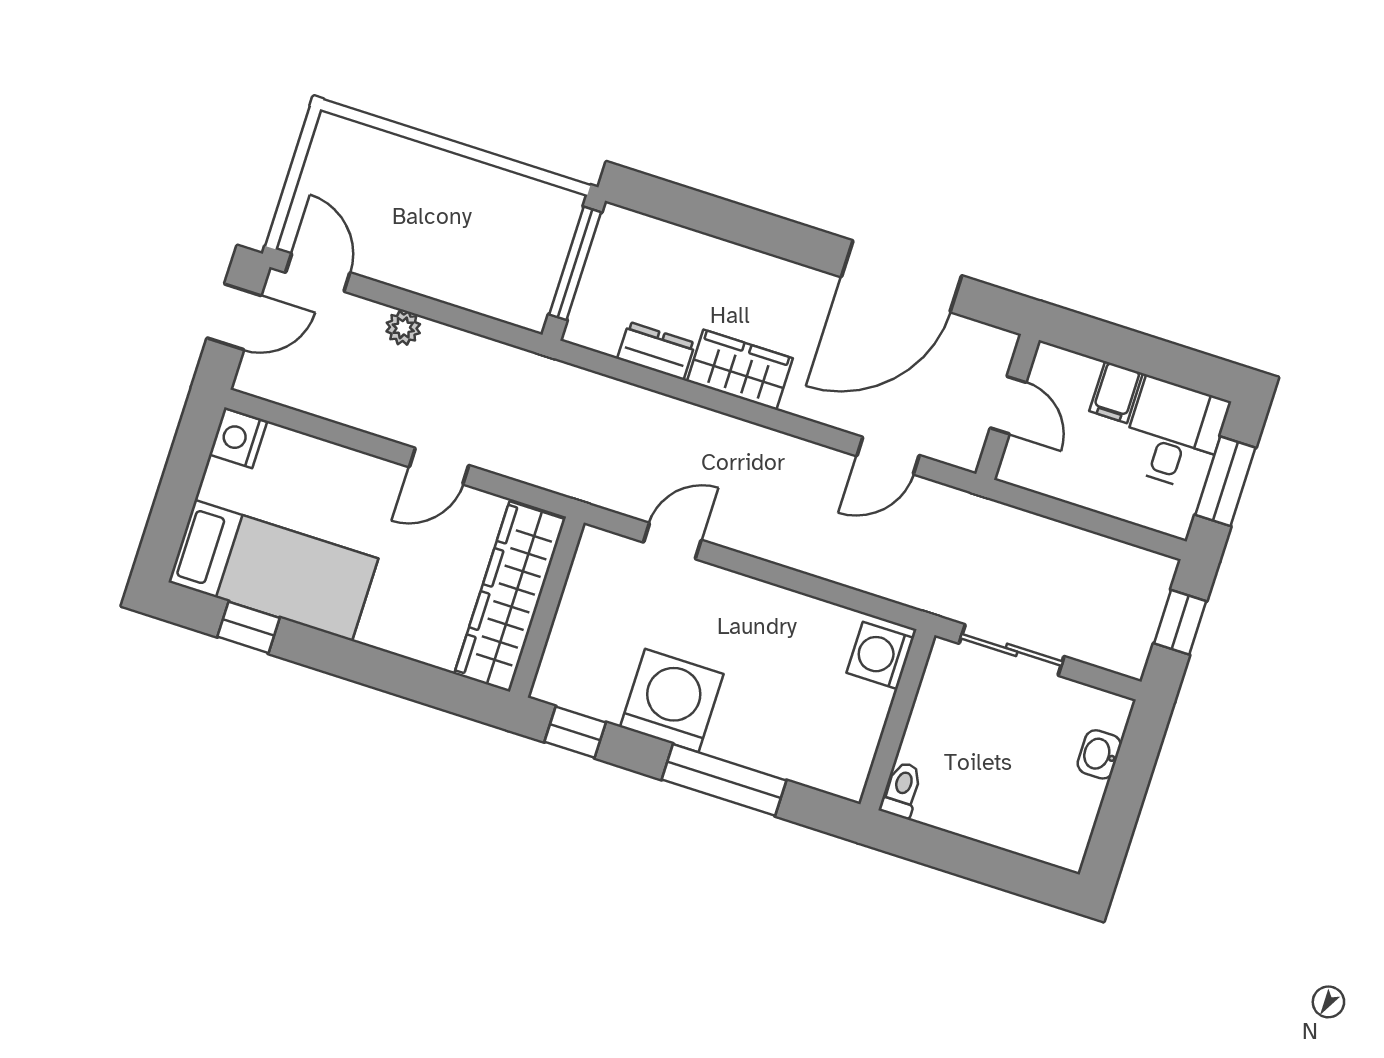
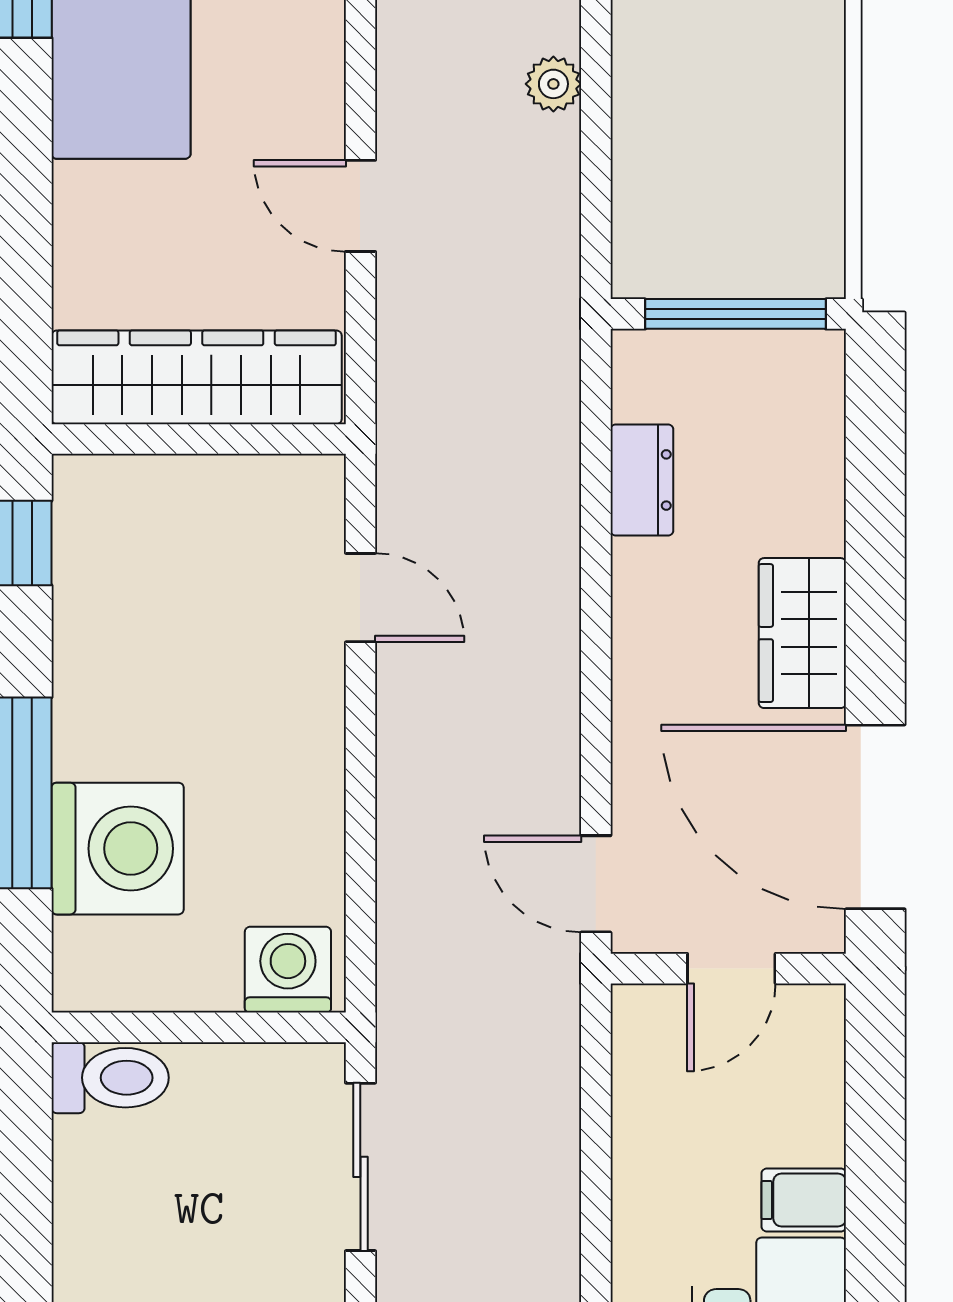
wardrobe: (740, 370) -> (802, 633), moved, turned 180
door: (1008, 405) -> (731, 969), moved
wall: (1008, 407) -> (728, 969), moved
washing machine: (672, 700) -> (118, 849), moved
toilet: (902, 790) -> (110, 1078), width x1.37, depth x1.39

